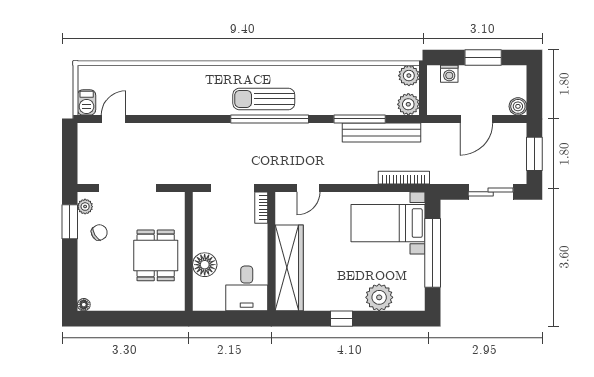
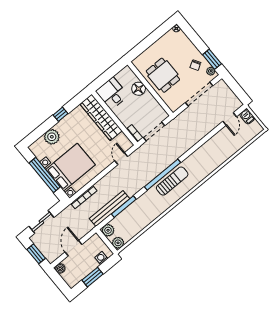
bed with nightstands: (388, 223) -> (70, 167), width x1.36

